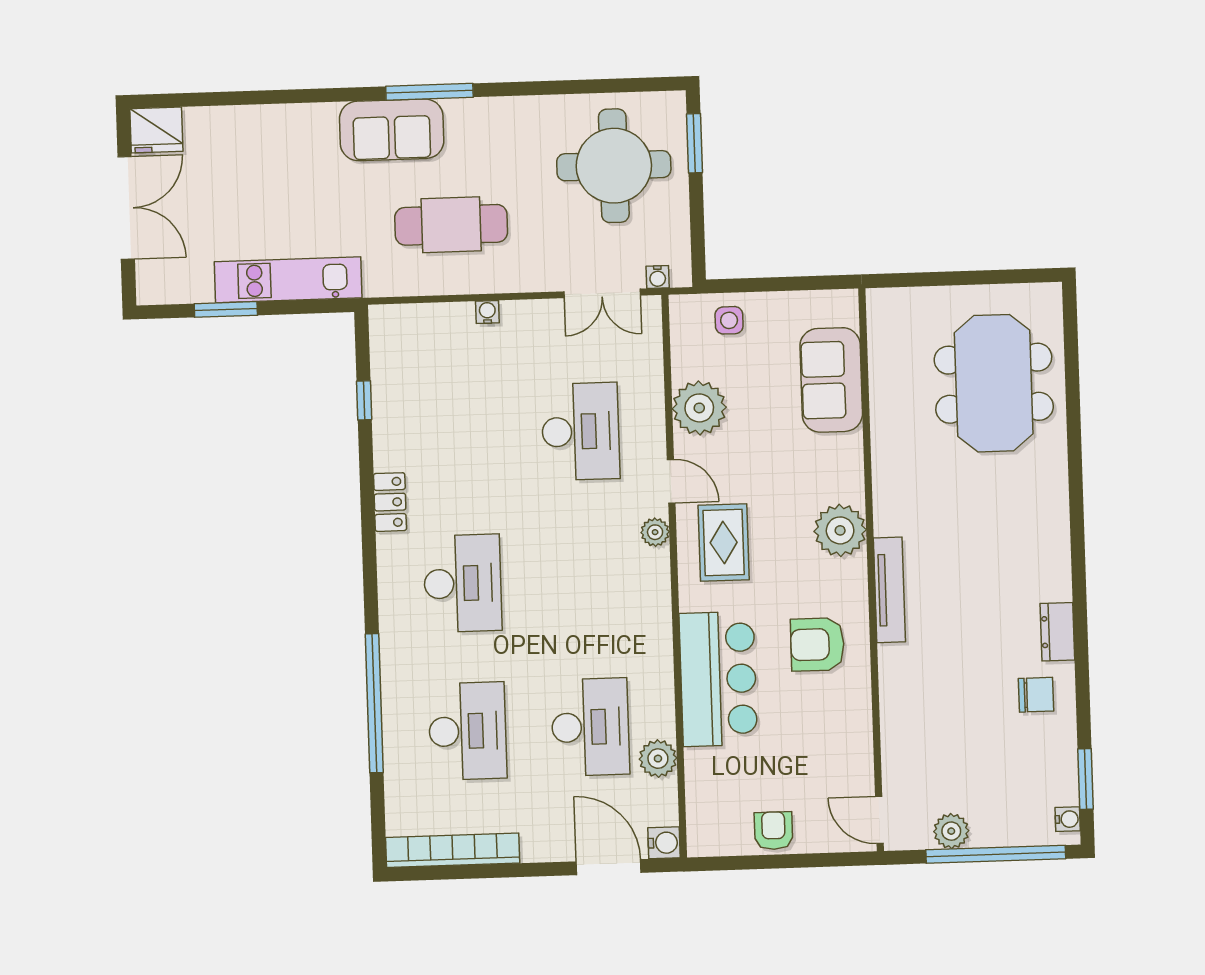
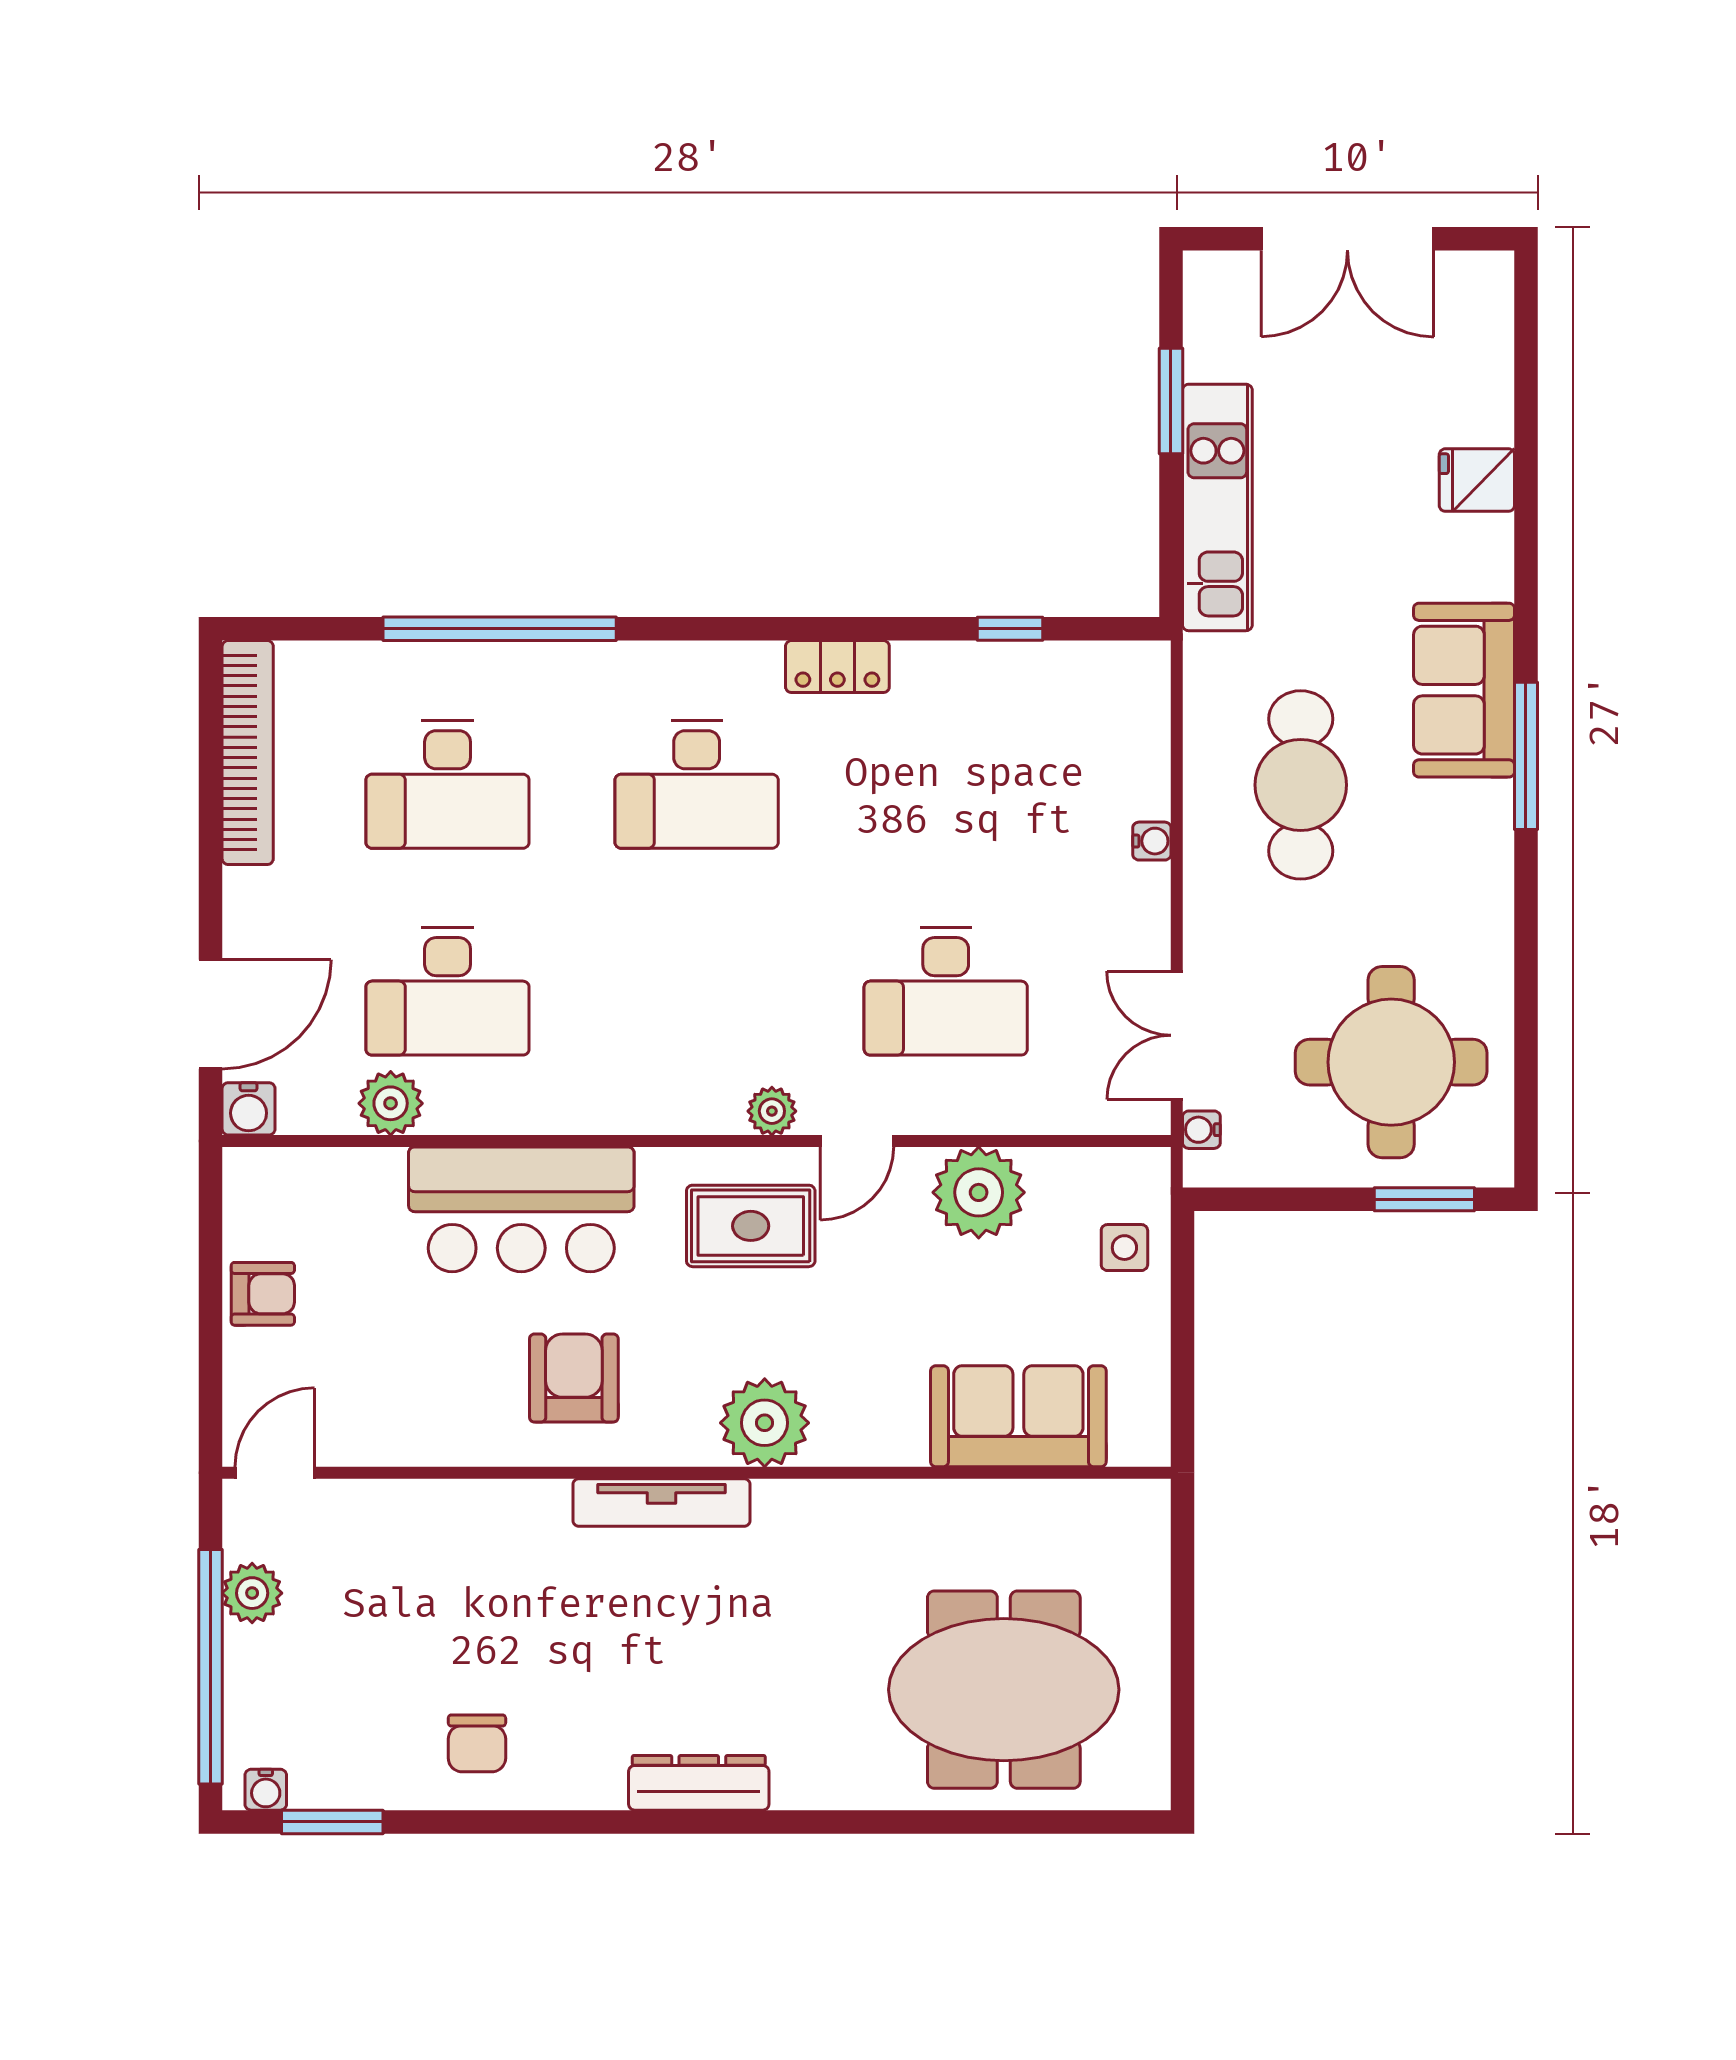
fridge: (156, 130) -> (1477, 480), moved, width x0.72
dresser: (1057, 632) -> (699, 1783), moved, width x1.44

